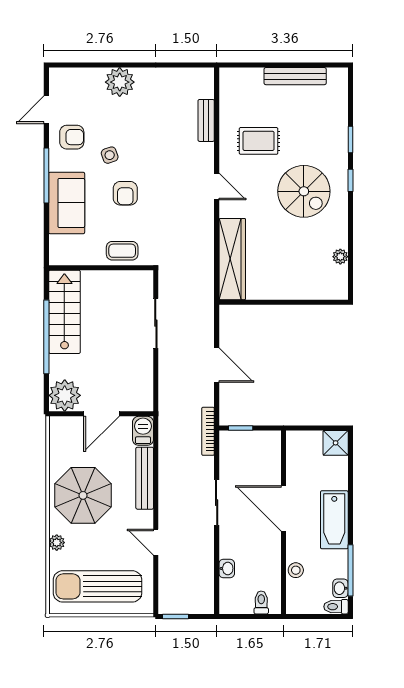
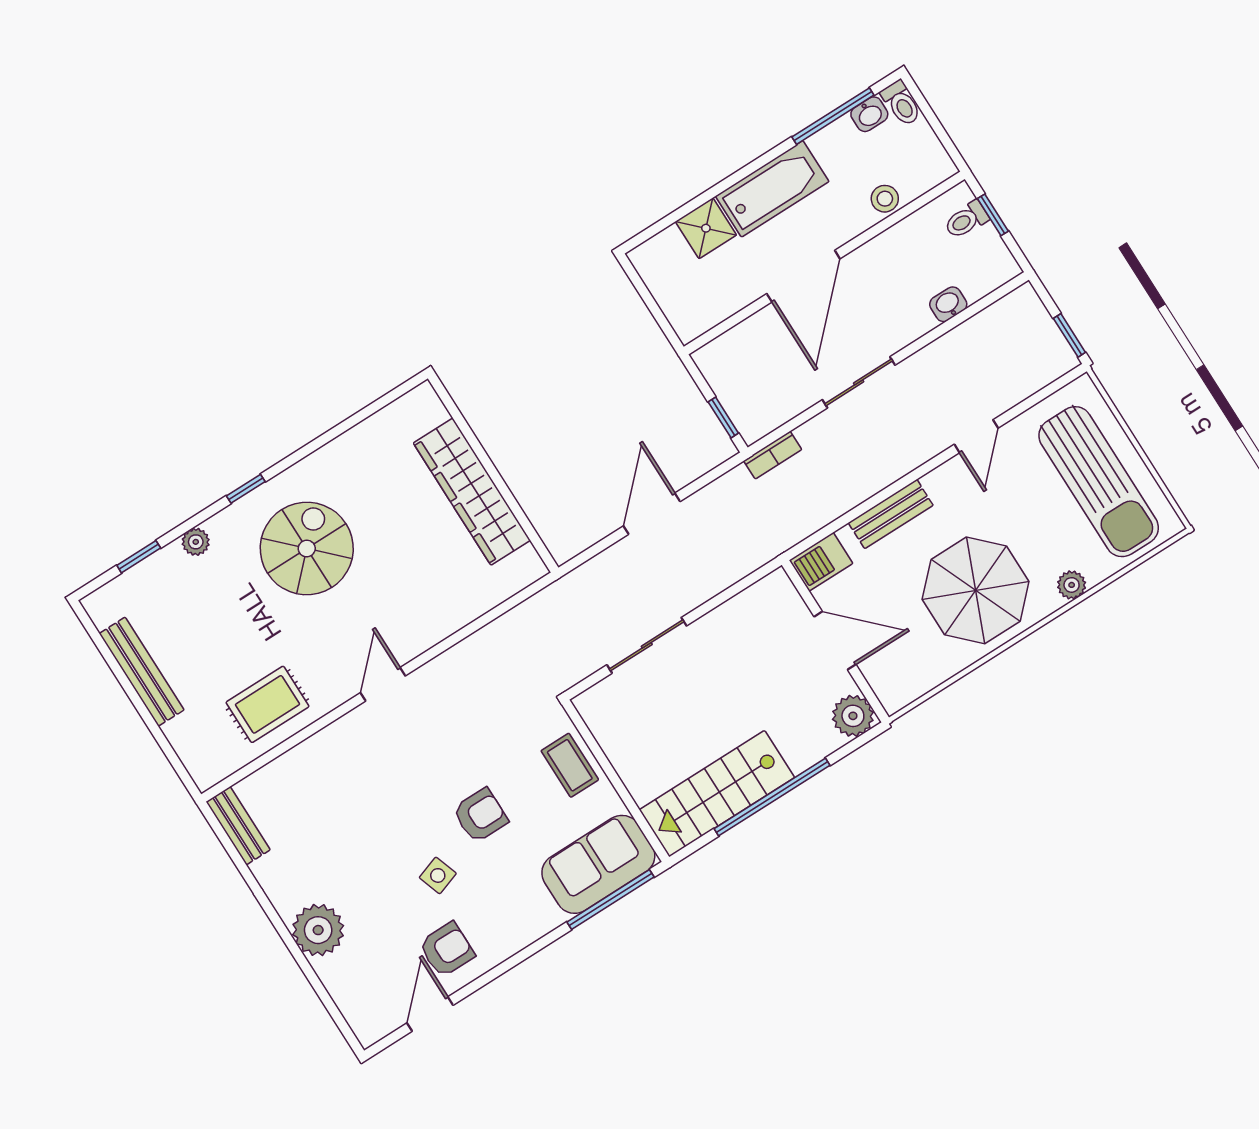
door: (46, 110) -> (430, 1014), swing flipped
bench: (206, 120) -> (238, 826), moved, turned 90
armchair: (72, 137) -> (447, 950), turned 90
window: (350, 140) -> (139, 557), moved
rug: (259, 141) -> (267, 704), moved, turned 90
window: (46, 176) -> (610, 900), moved
sofa: (67, 203) -> (598, 864), moved
plant: (340, 257) -> (196, 542), moved
wardrobe: (232, 259) -> (472, 492), moved, turned -90
plant: (65, 395) -> (853, 716), width x0.73, depth x0.73
bookcase: (208, 431) -> (773, 455), width x0.64
shower: (336, 443) -> (706, 228), moved
bench: (145, 478) -> (891, 514), width x0.73
window: (256, 616) -> (993, 215), added

